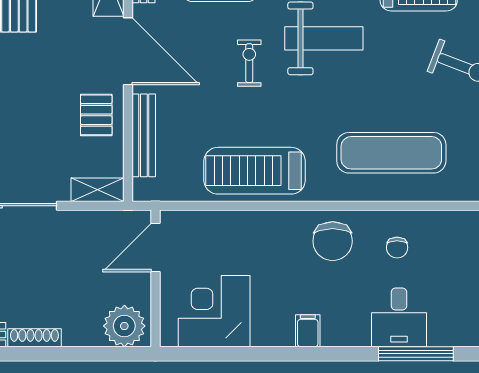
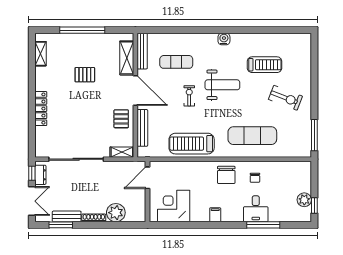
plant: (124, 326) -> (116, 213), moved

